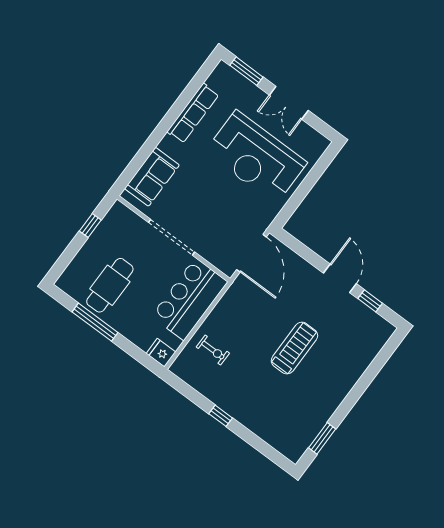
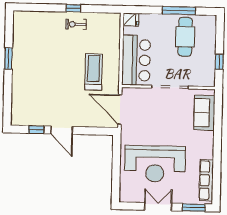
row of seats: (193, 113) -> (206, 180), moved
reception desk: (256, 157) -> (155, 164), turned 180
treadmill: (294, 348) -> (94, 72), moved, turned 180
exercise bike: (213, 350) -> (76, 24), moved
window: (322, 438) -> (8, 58), moved

